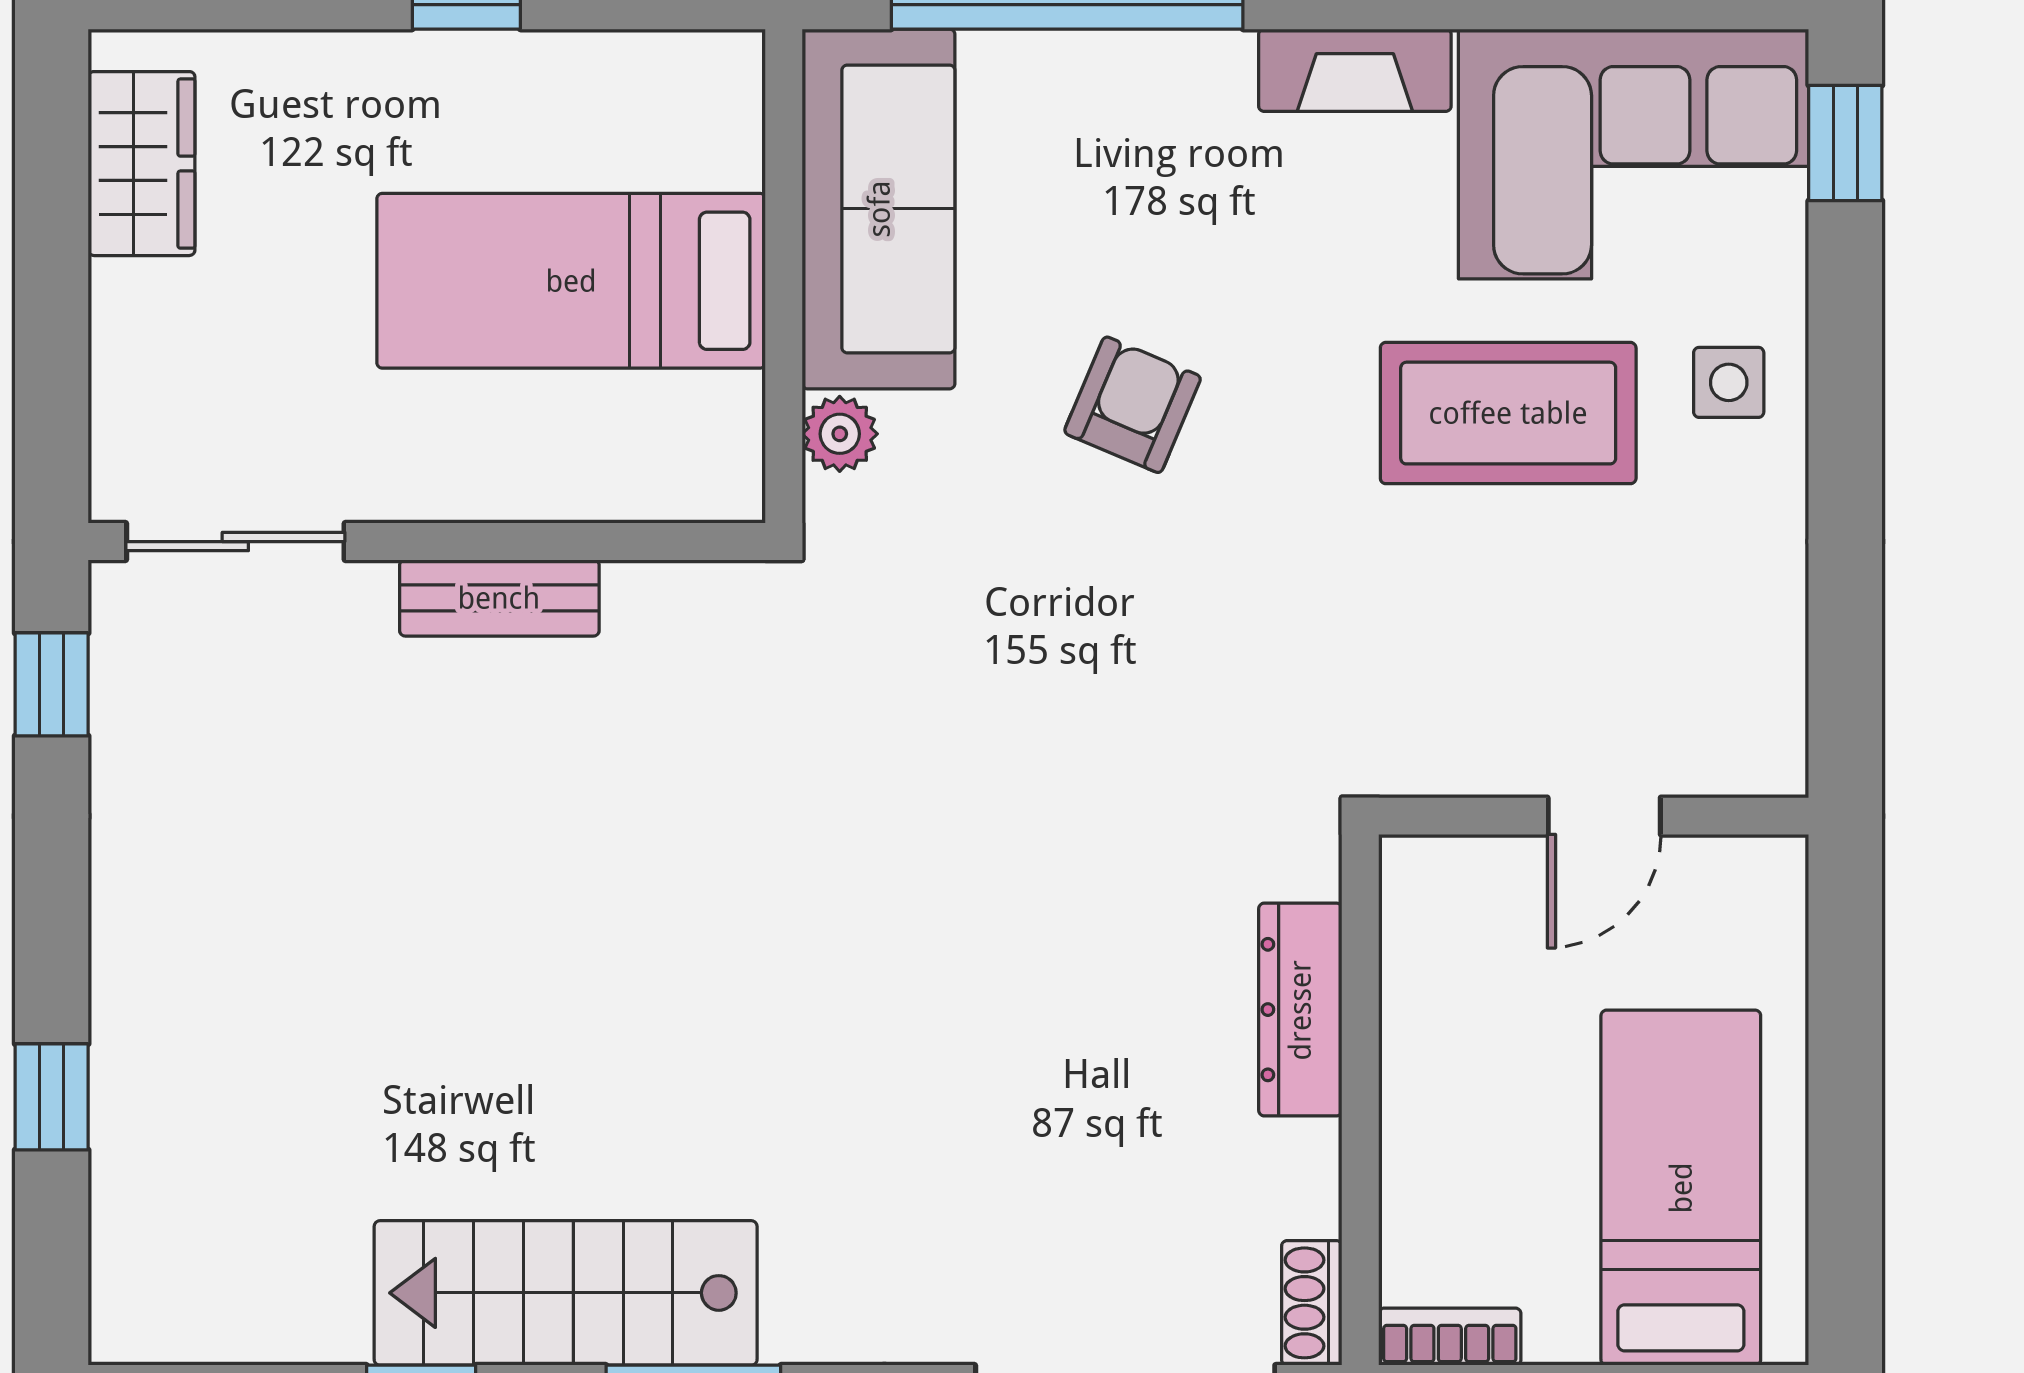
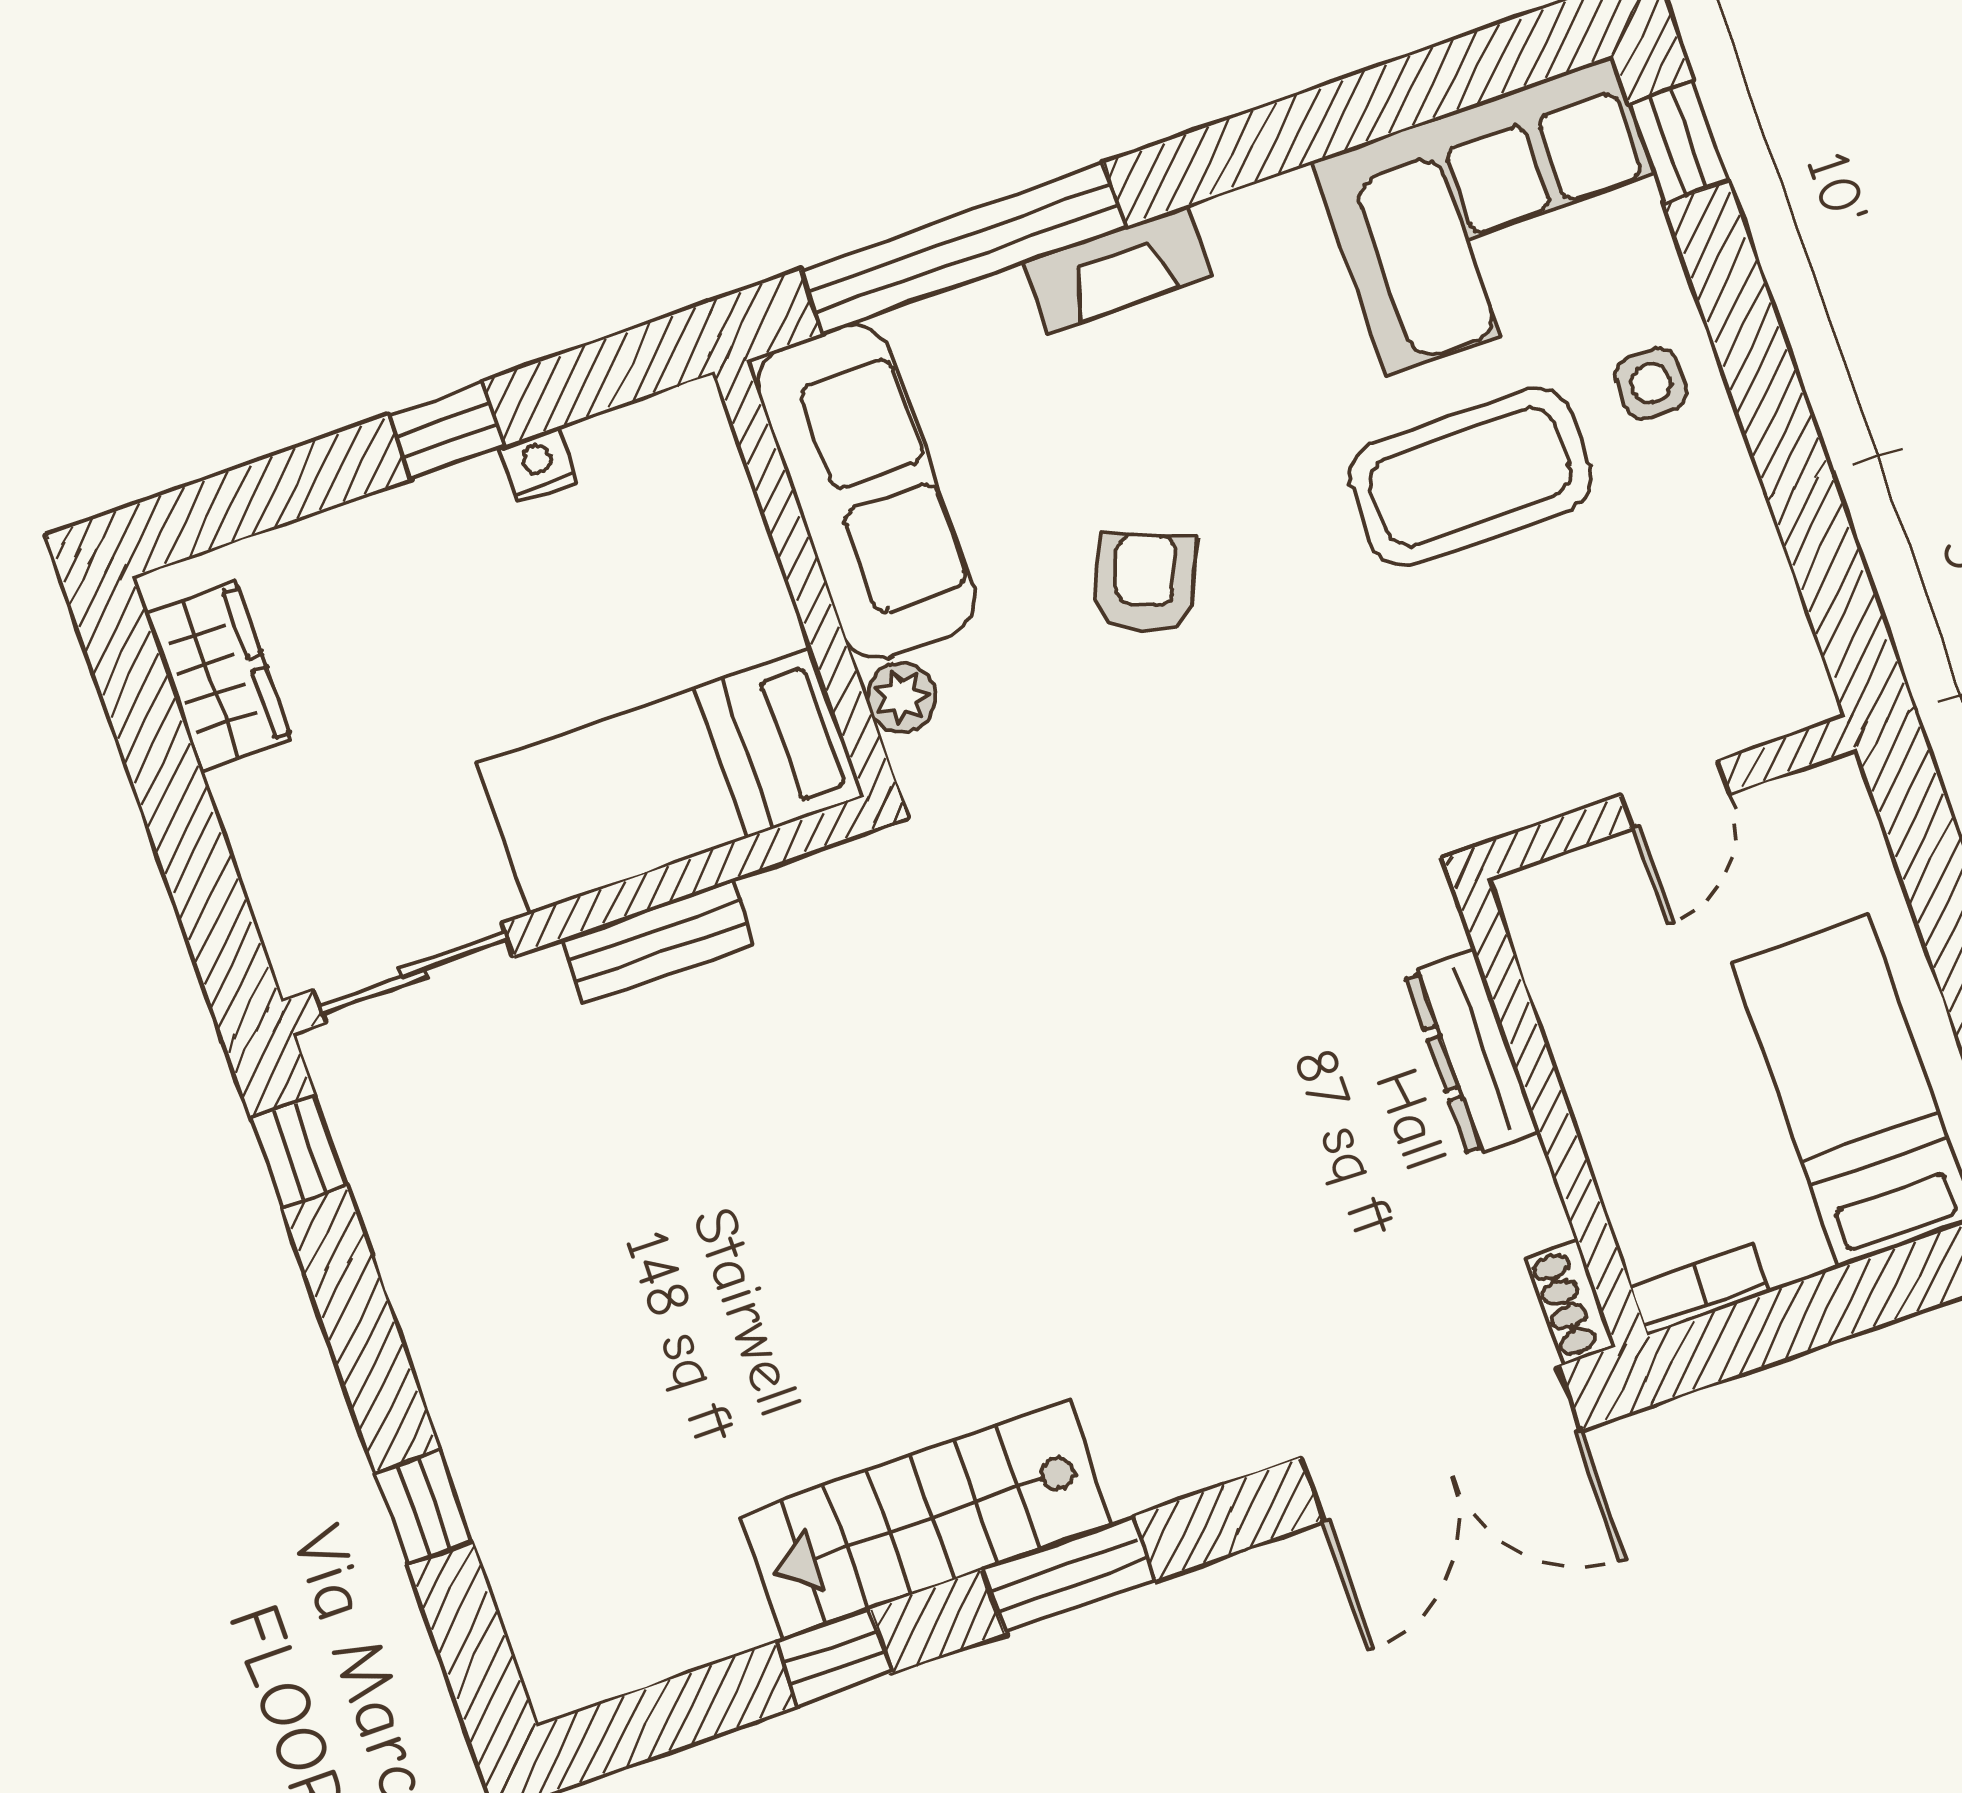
nightstand: (550, 61) -> (538, 464), added
fireplace: (1355, 70) -> (1117, 269), moved
bed: (571, 281) -> (671, 780), moved

